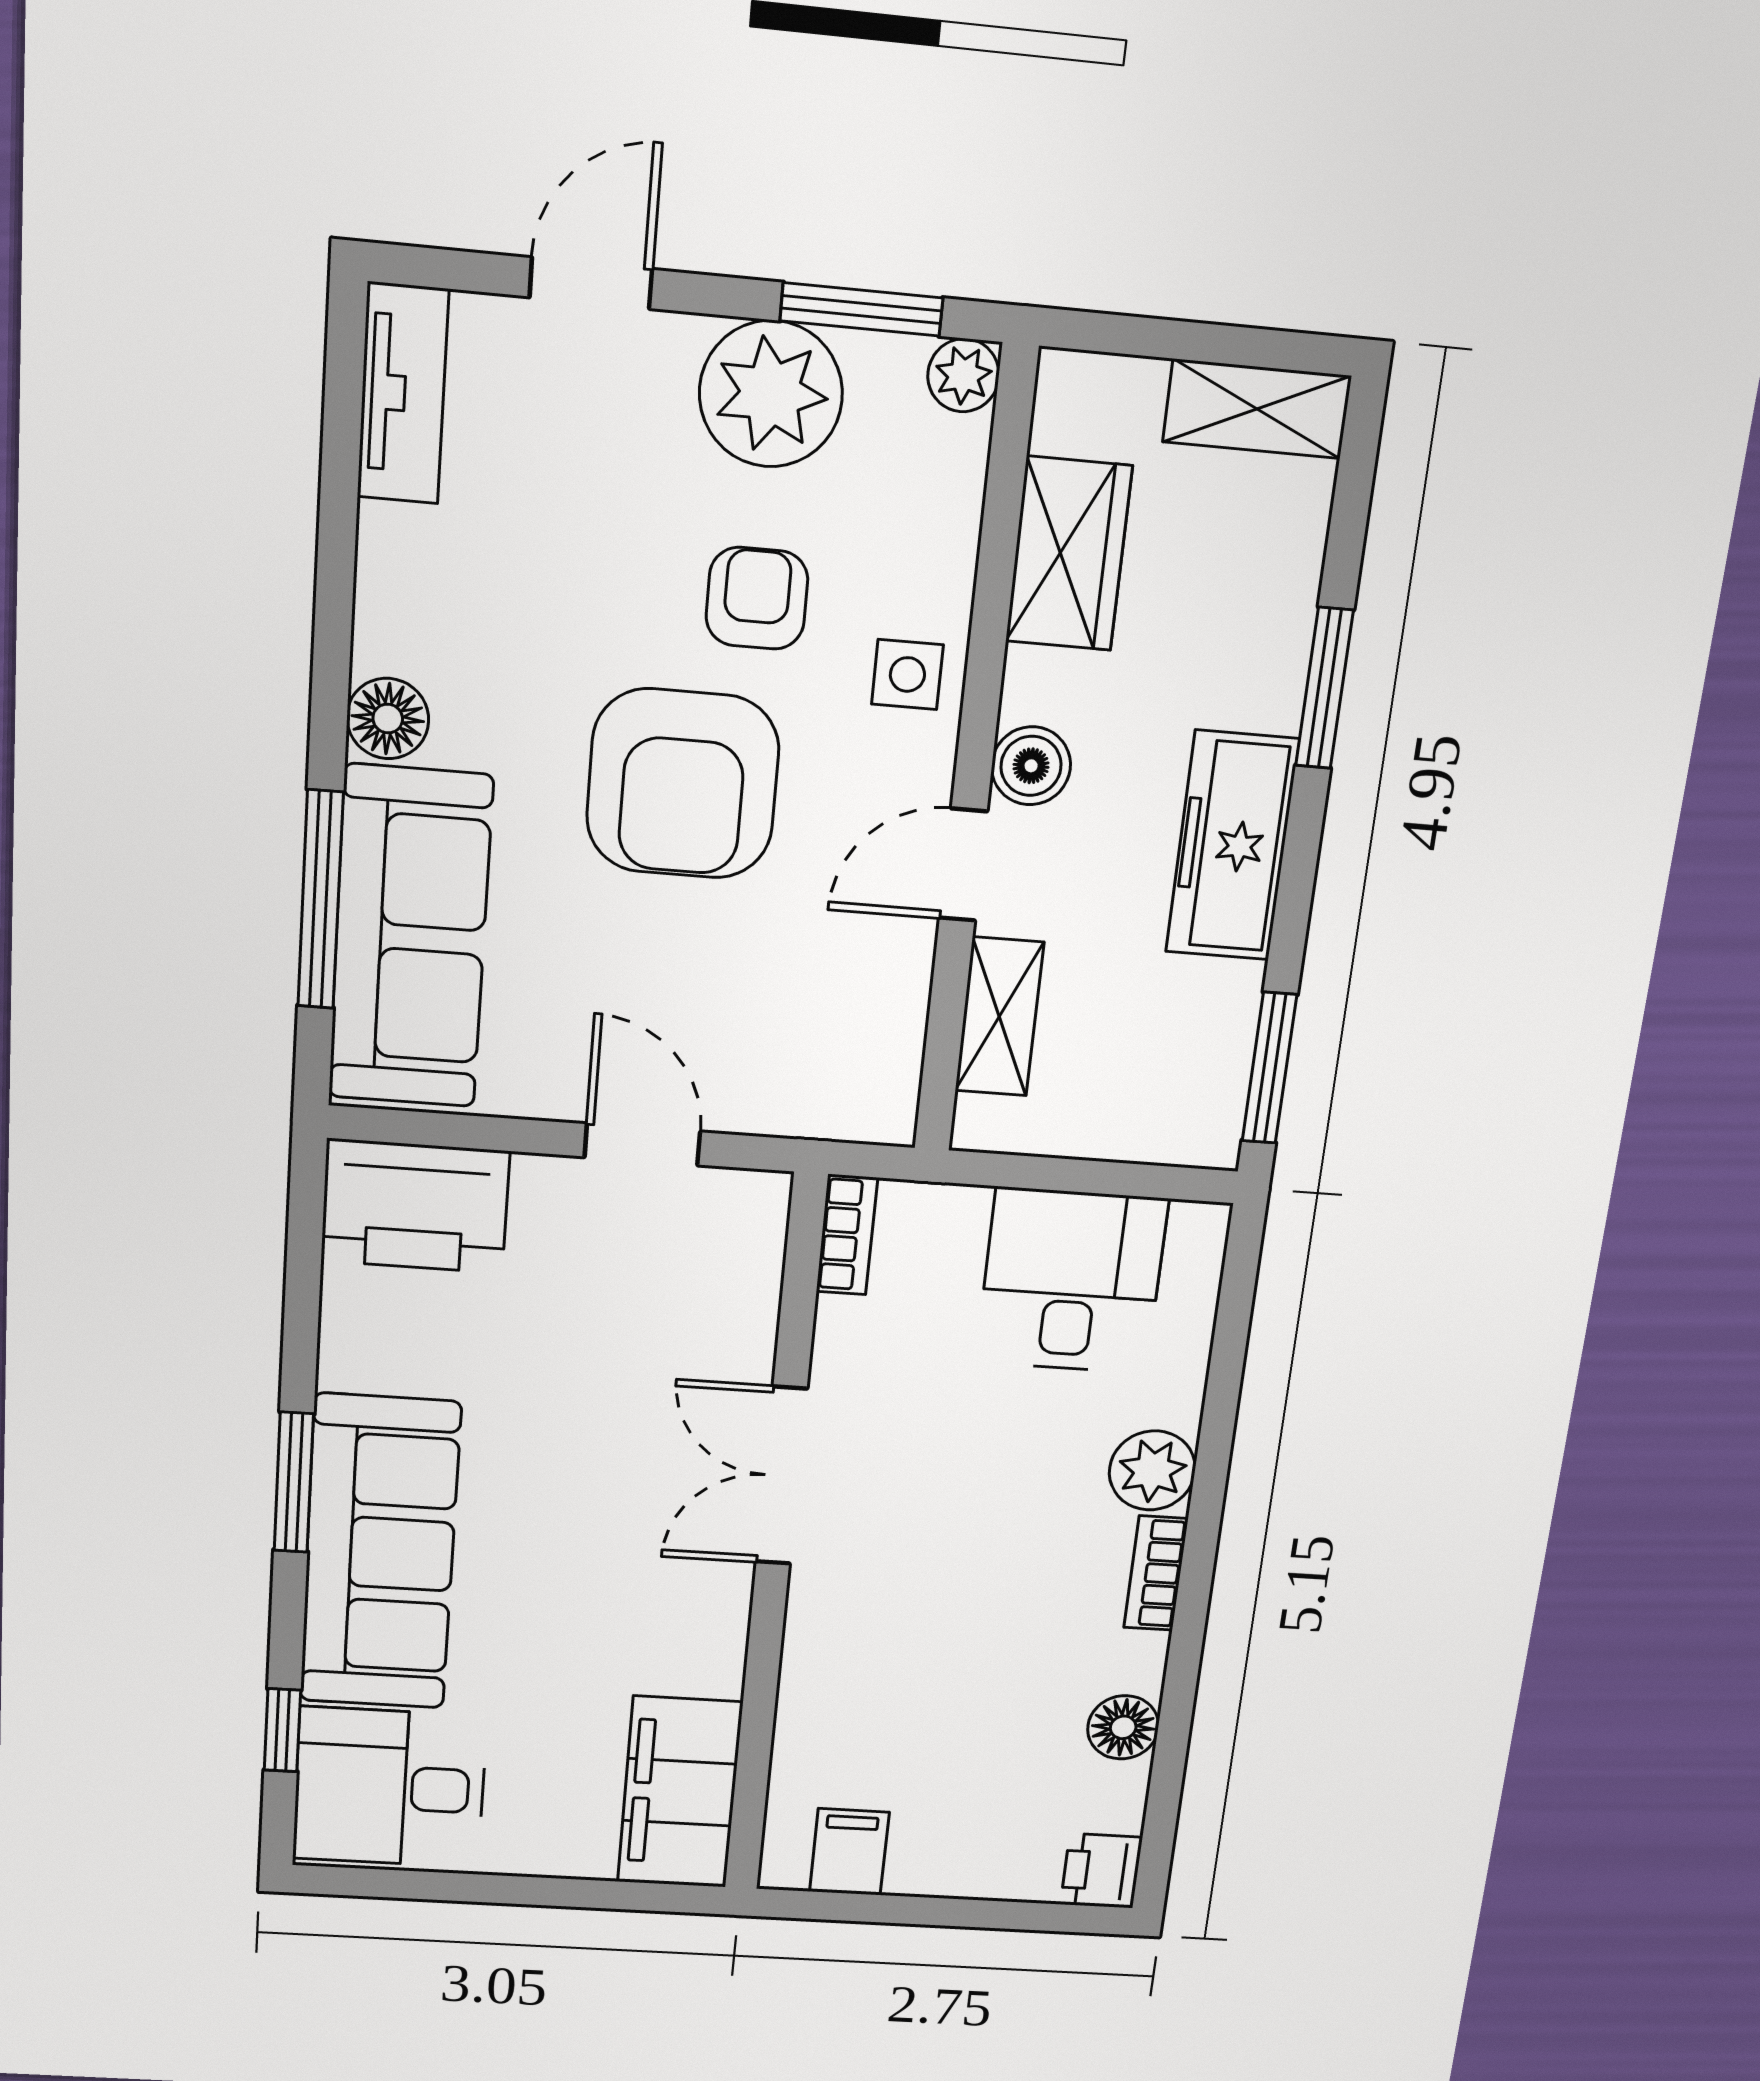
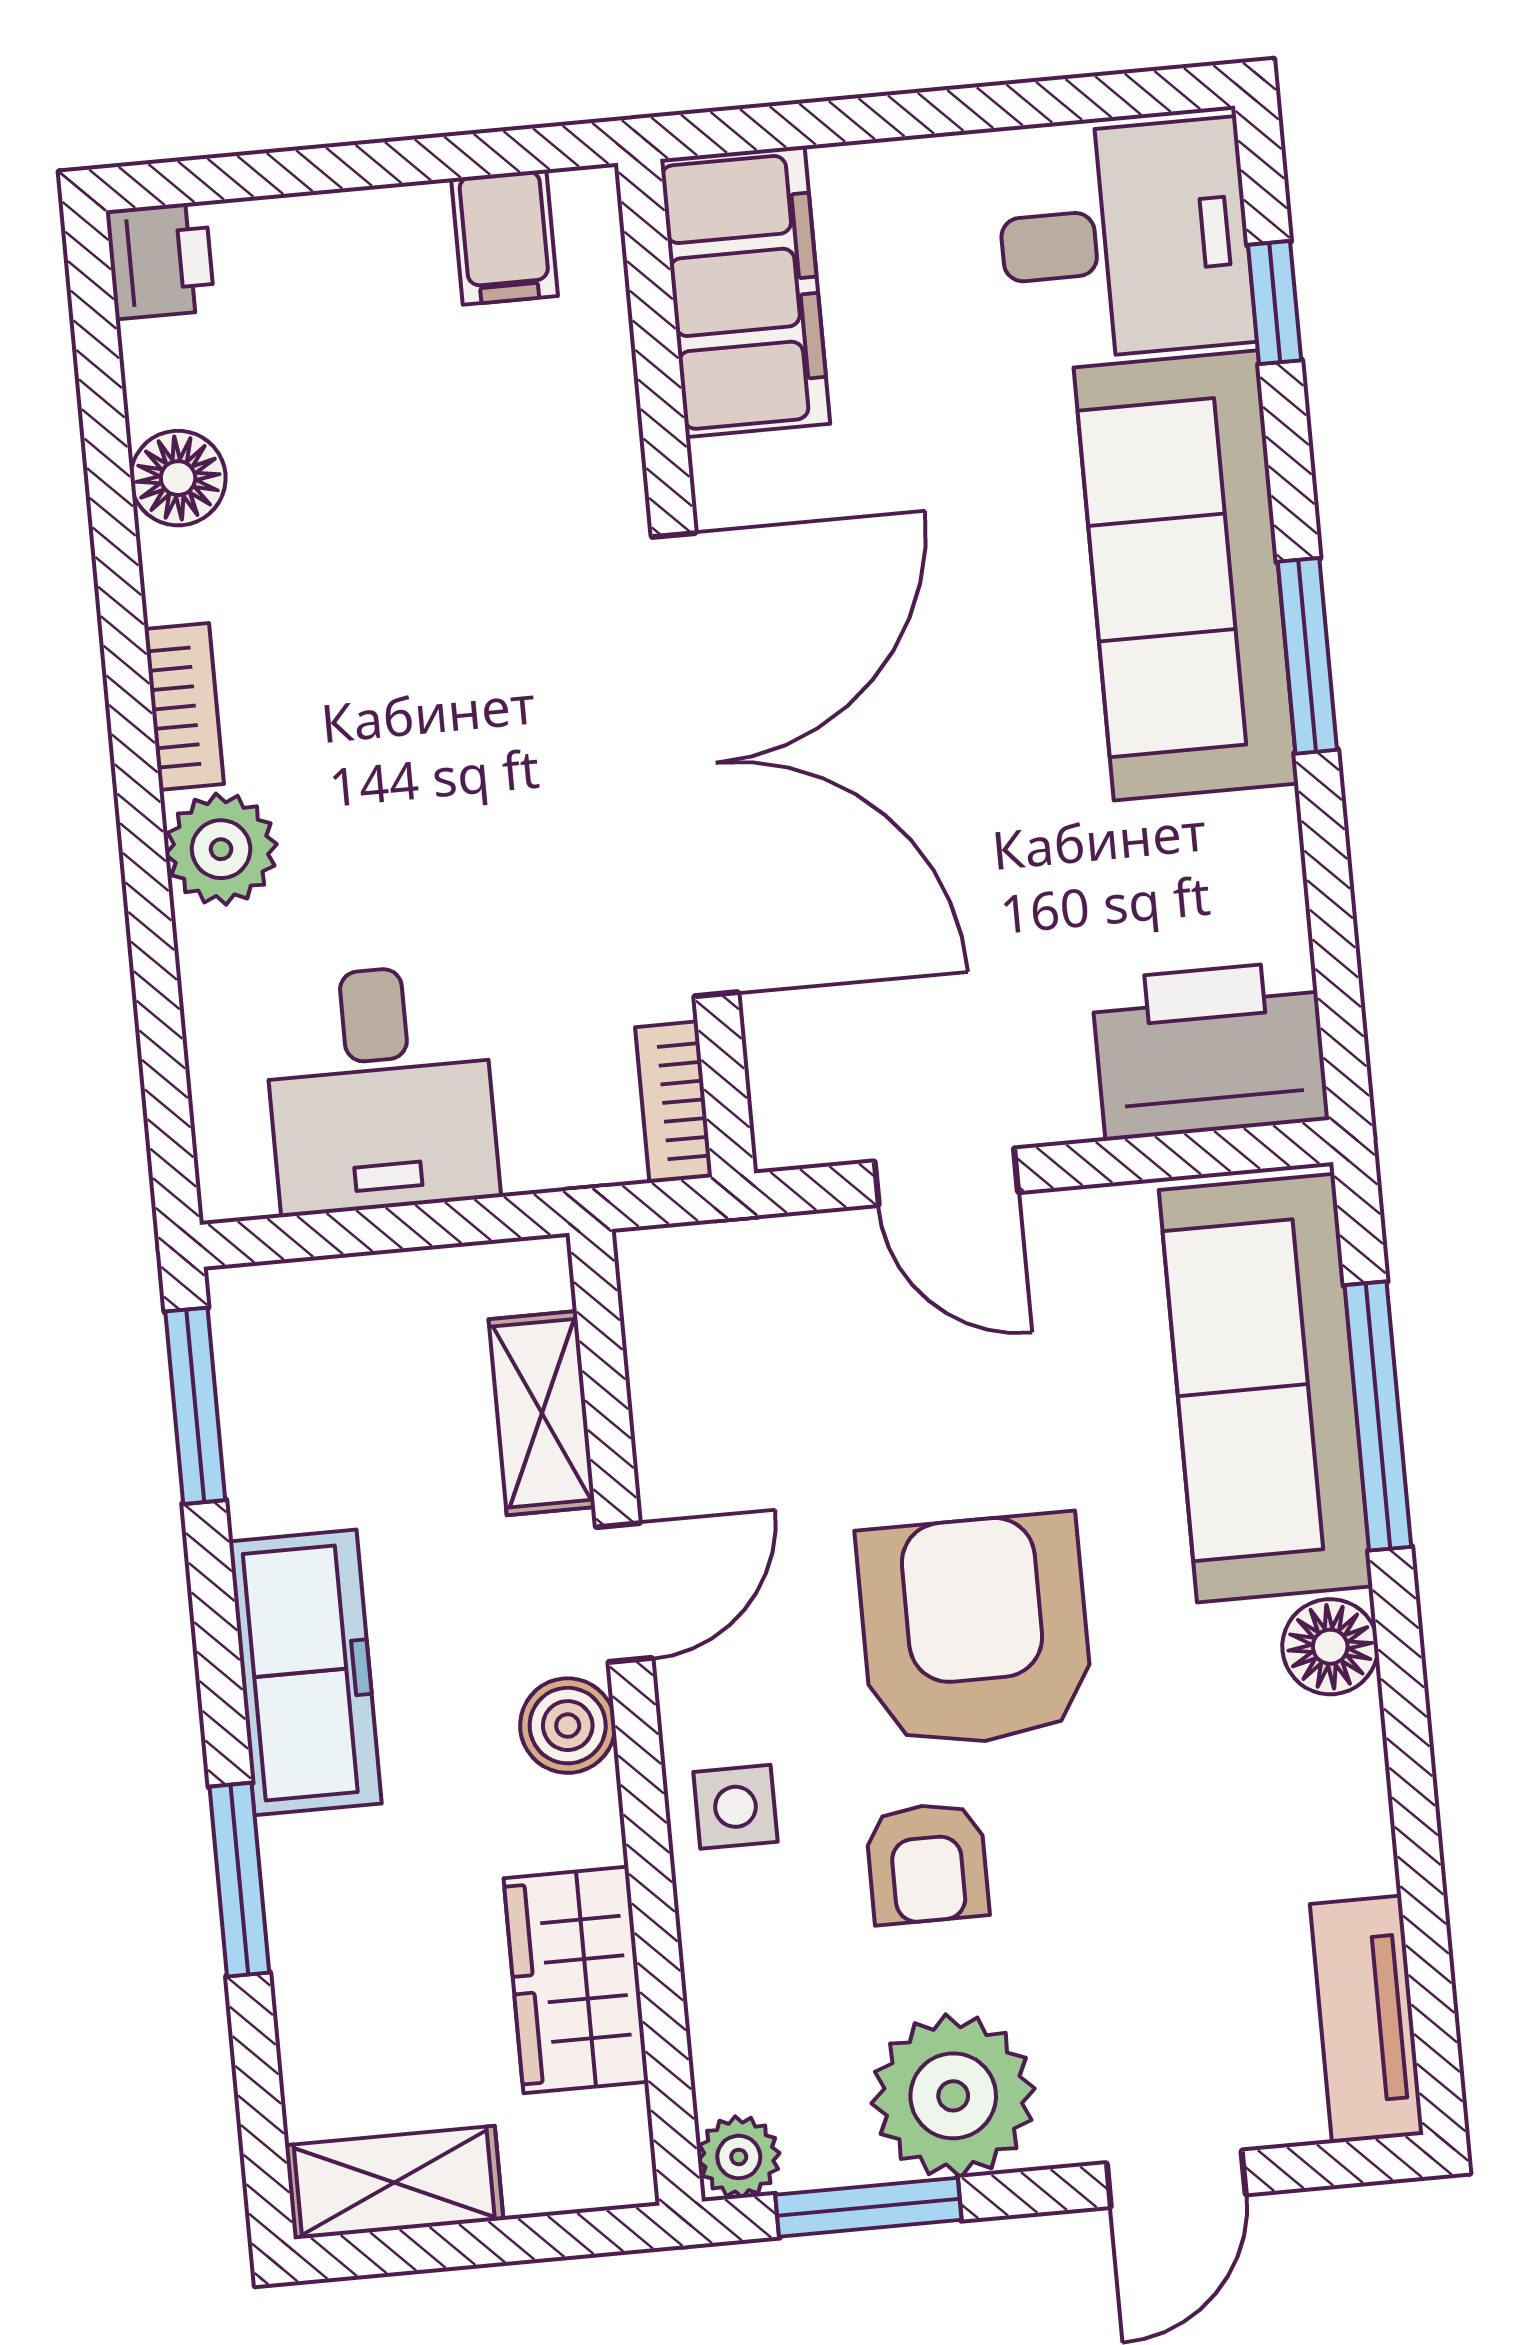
double door: (781, 1476) -> (695, 765), width x1.87

